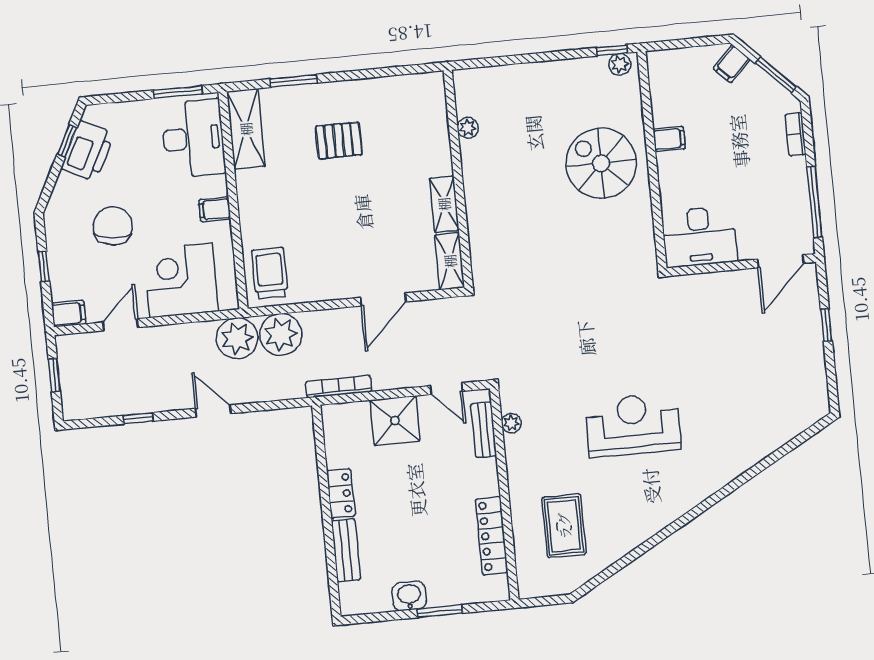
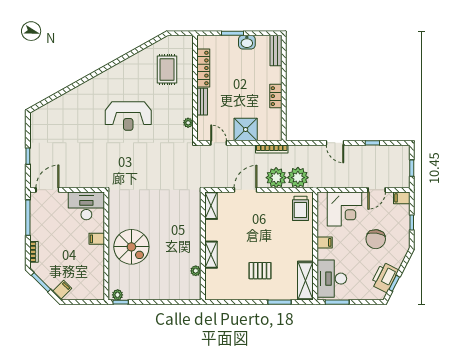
filing cabinet: (669, 139) -> (97, 239), moved
shelving: (444, 204) -> (211, 255), moved
plant: (237, 338) -> (276, 178), moved
bench: (484, 430) -> (202, 102), moved
bench: (346, 550) -> (276, 51), moved

